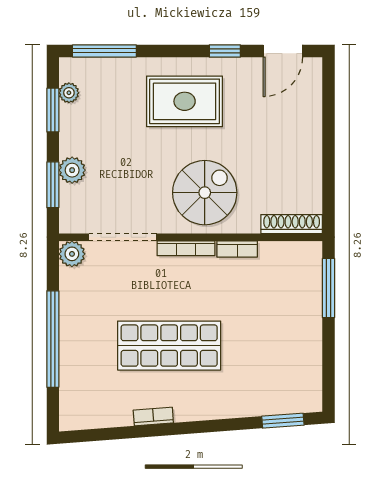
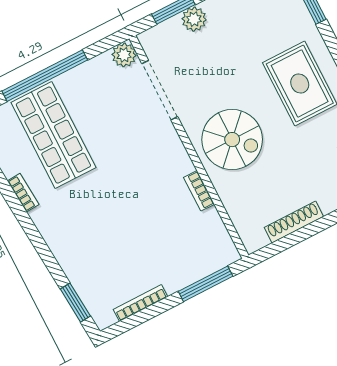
shoe rack: (292, 224) -> (294, 222), moved, turned -90
bookcase: (186, 248) -> (140, 303), moved, turned 90
shop shelf: (169, 346) -> (53, 135), moved

